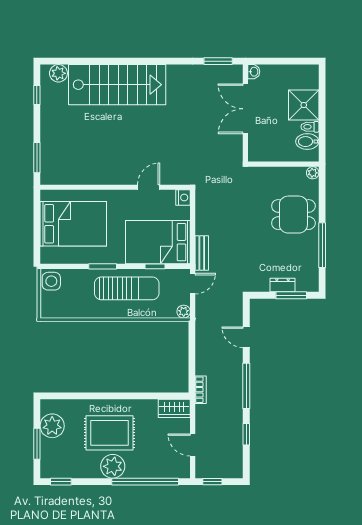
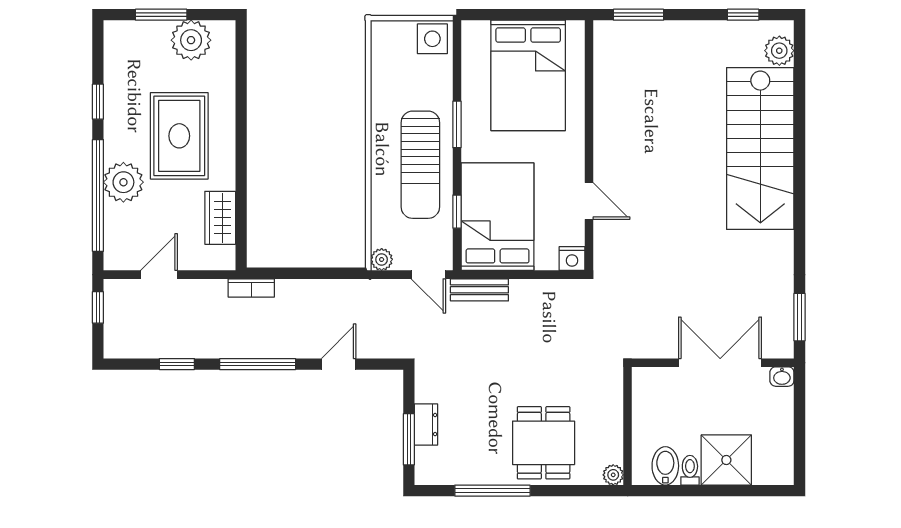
wardrobe: (174, 408) -> (220, 218), moved
plant: (113, 466) -> (123, 182), moved
window: (61, 482) -> (98, 102), moved

